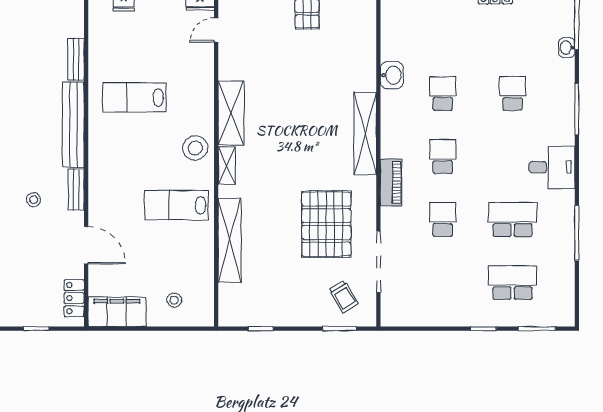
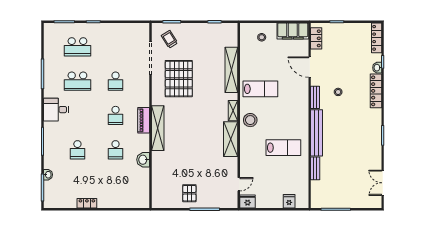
piano: (391, 182) -> (144, 120), moved

